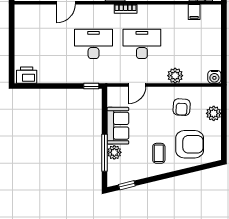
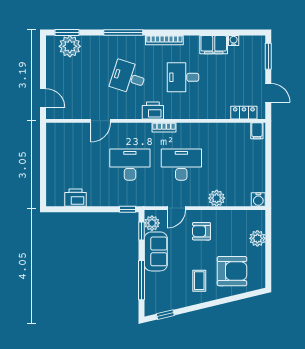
filing cabinet: (194, 12) -> (257, 131), moved
printer: (27, 75) -> (76, 198), moved
window: (104, 107) -> (142, 231), added
armchair: (182, 107) -> (201, 231), moved, turned 87
plant: (114, 152) -> (152, 223), moved

